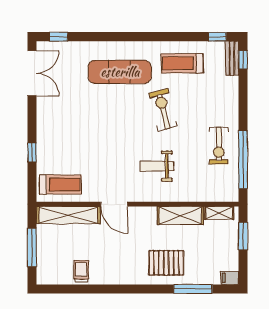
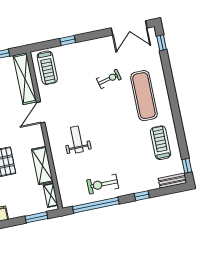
window: (243, 60) -> (142, 196), moved
exercise bike: (163, 110) -> (109, 79), moved, width x0.73, depth x0.72

